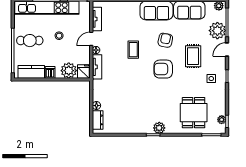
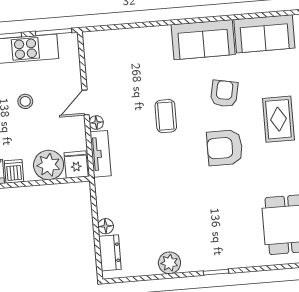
tv unit: (97, 19) -> (93, 64), removed
plant: (159, 128) -> (169, 263), moved

